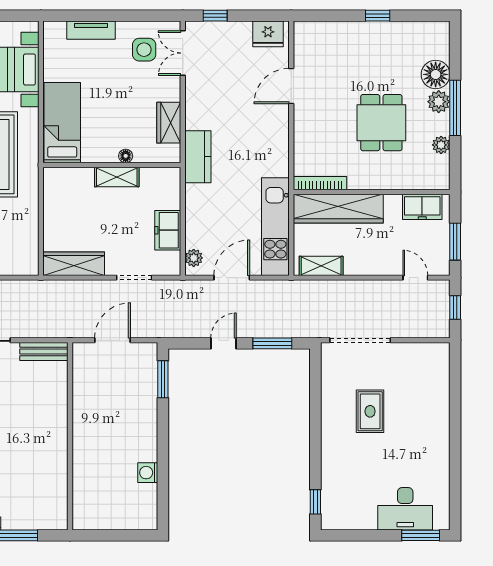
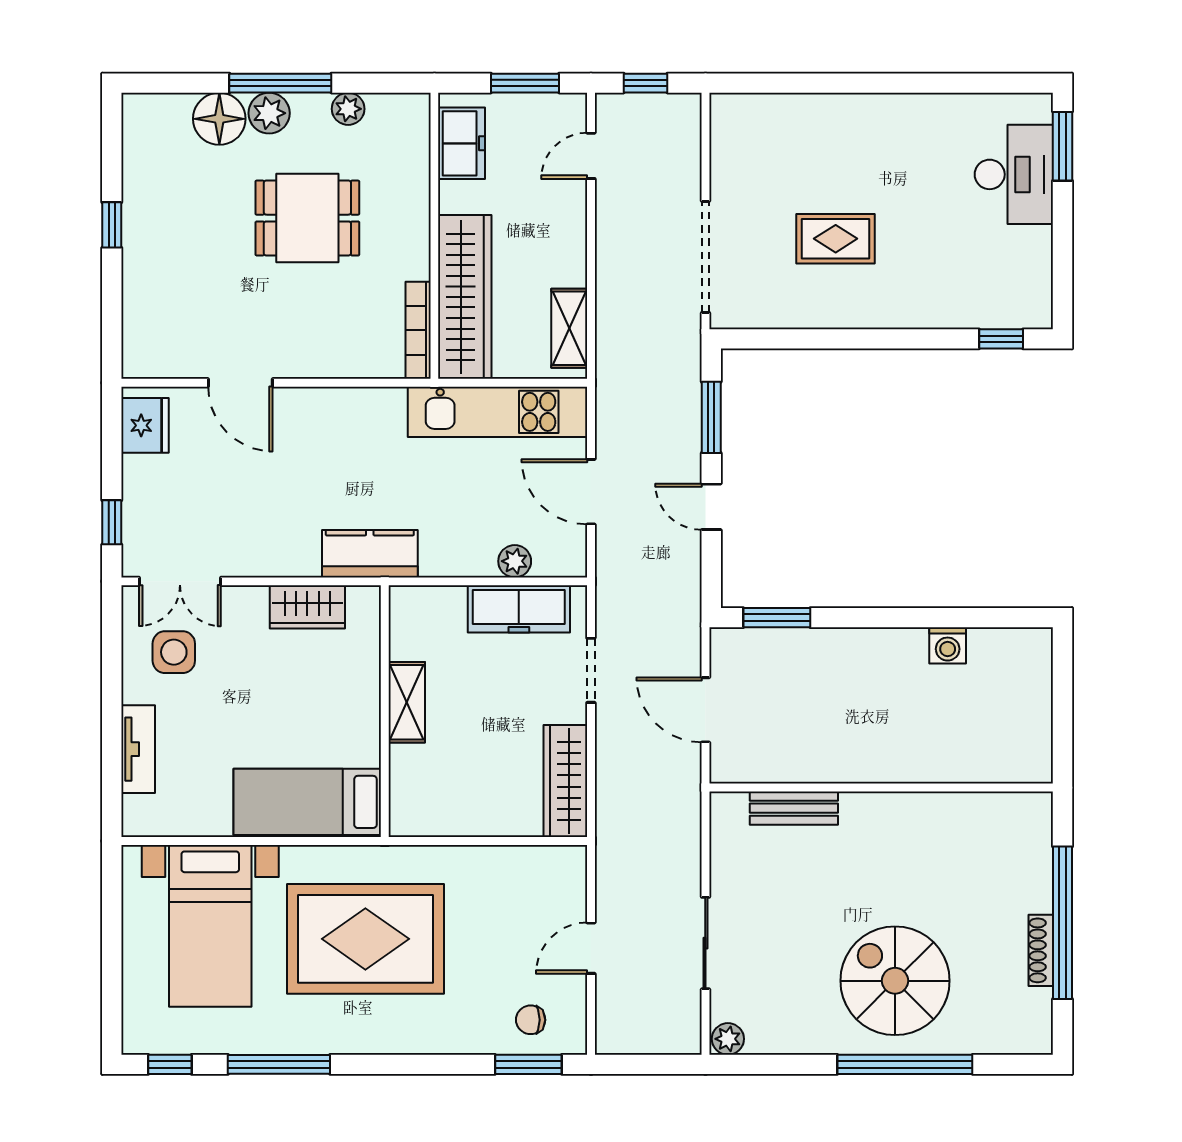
floor lamp: (126, 156) -> (368, 686), removed
freezer: (168, 230) -> (519, 609), width x1.40
plant: (194, 258) -> (515, 561), moved
bench: (44, 352) -> (794, 808), moved, turned 90

